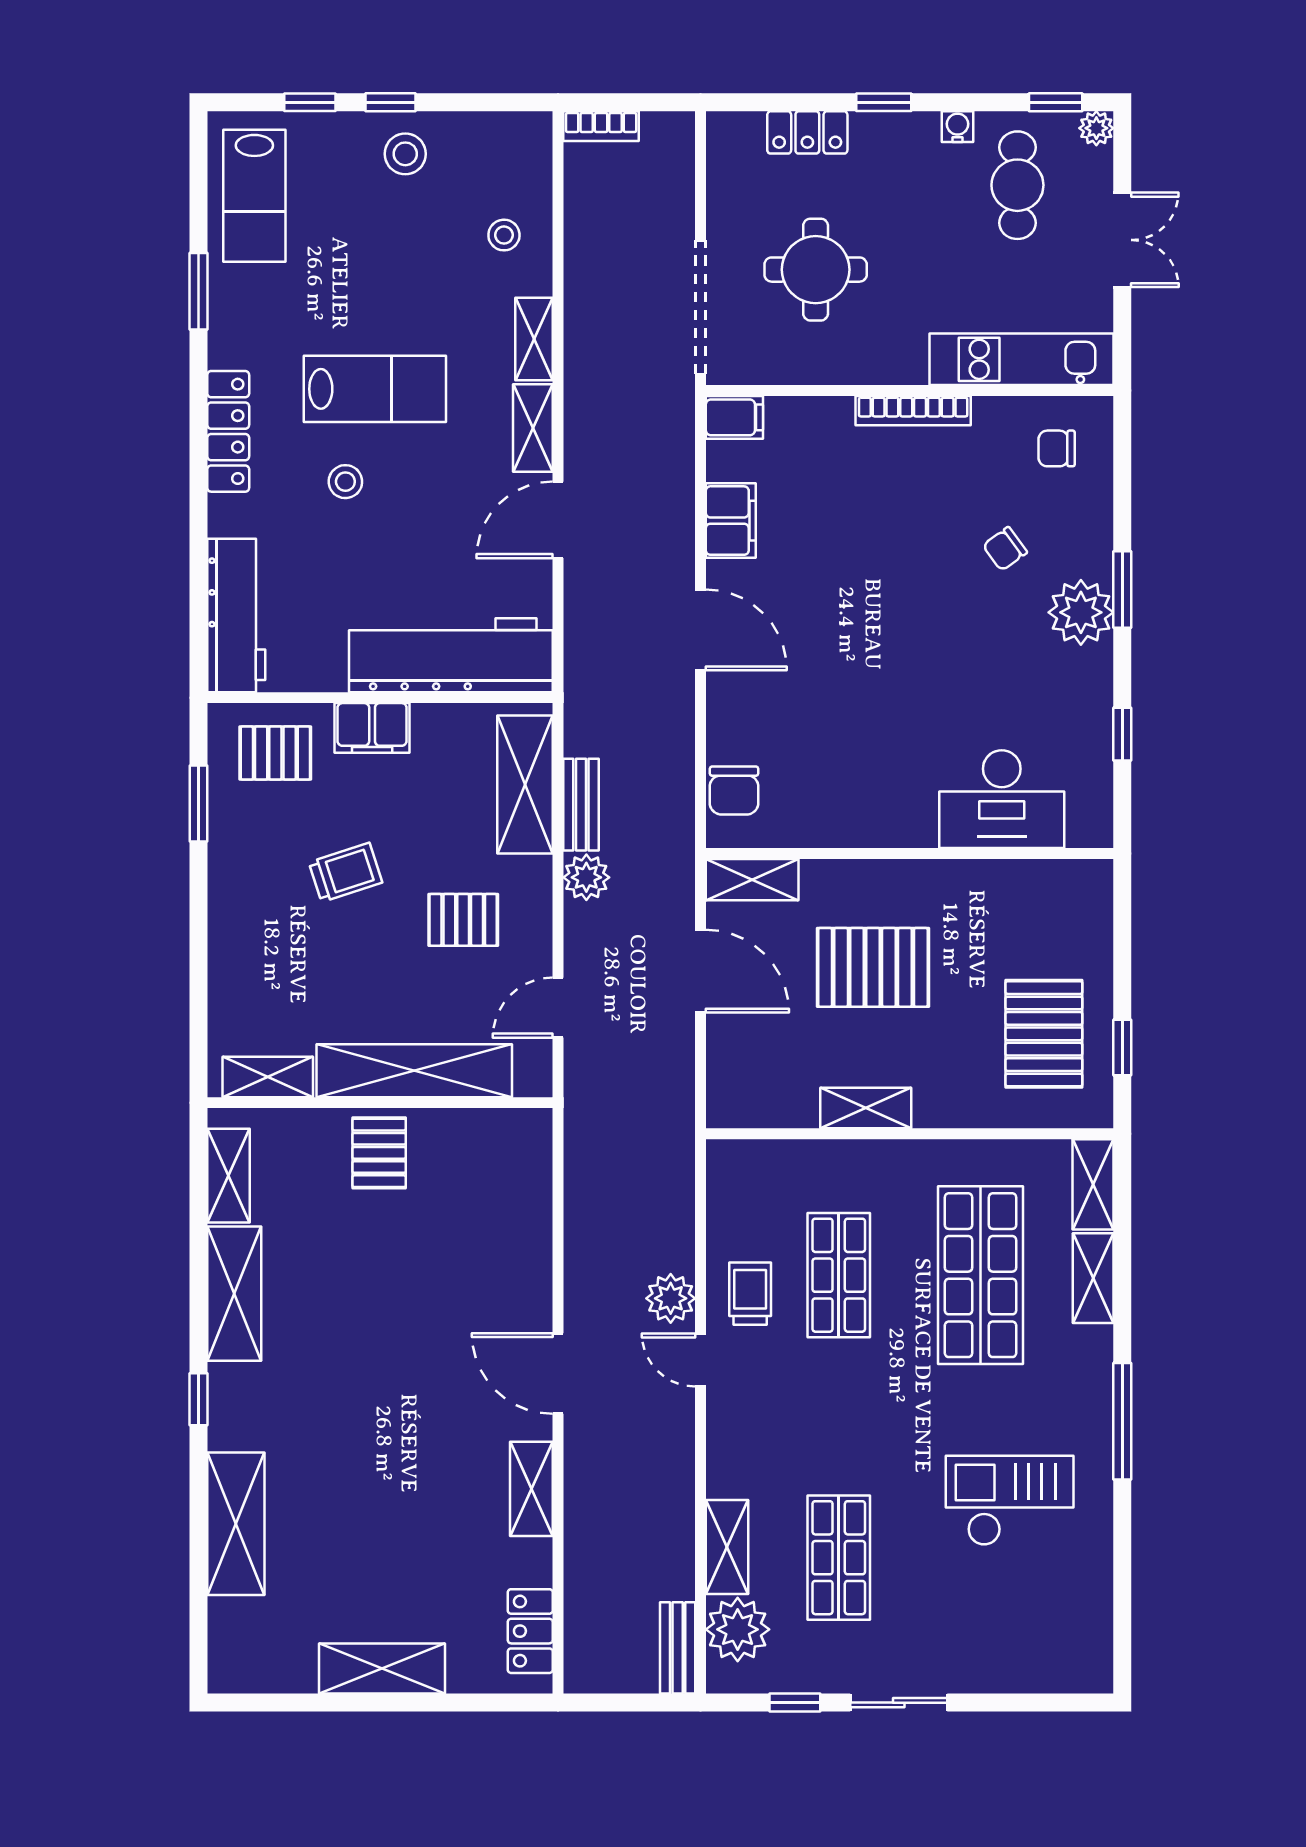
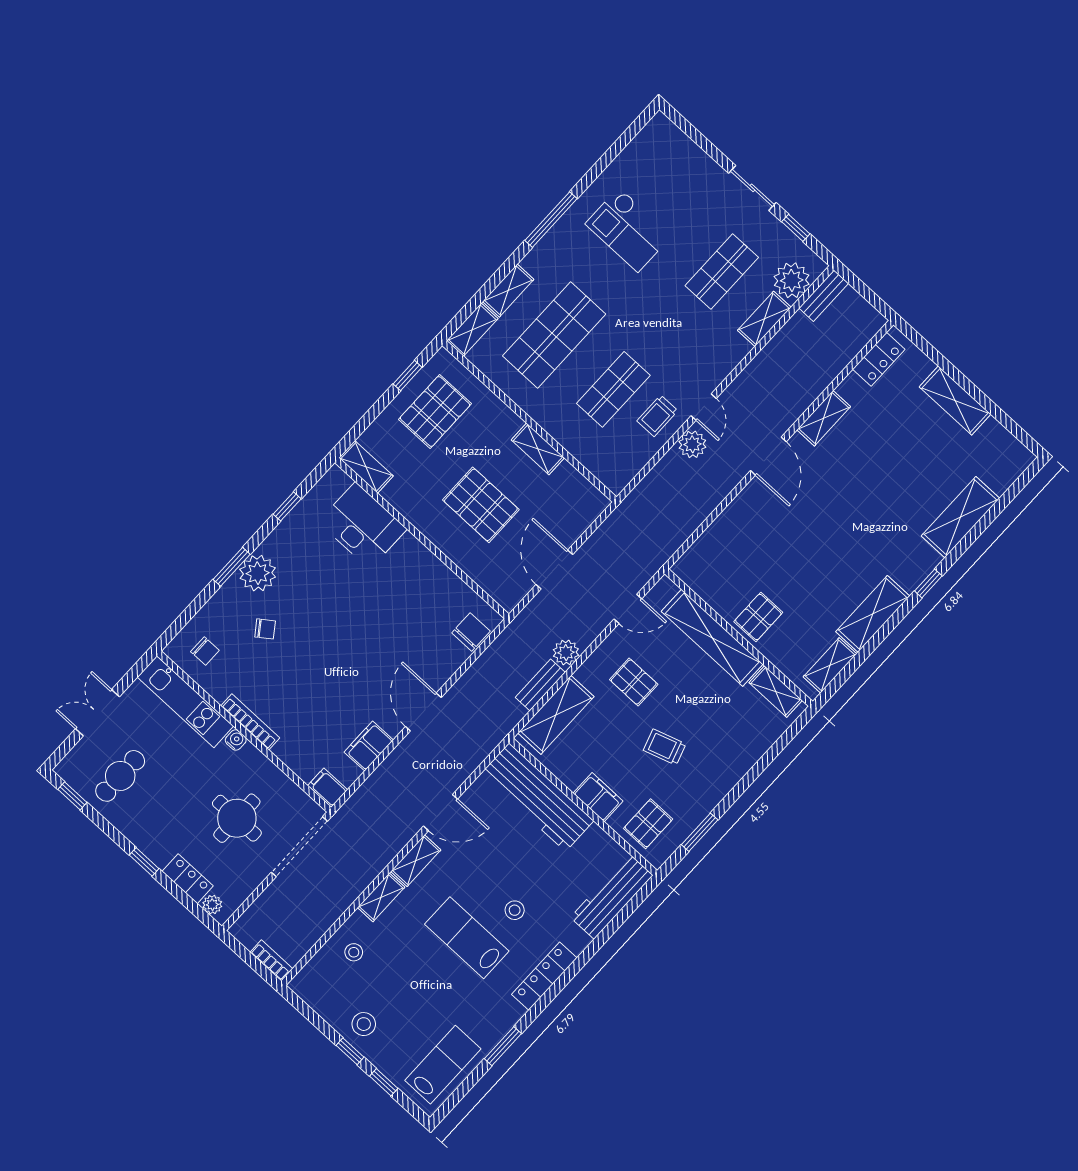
water cooler: (957, 127) -> (236, 740), moved, turned 180
plant: (1096, 128) -> (212, 905), moved
pallet: (275, 753) -> (648, 824), turned 90
shelving: (752, 880) -> (366, 467), moved

